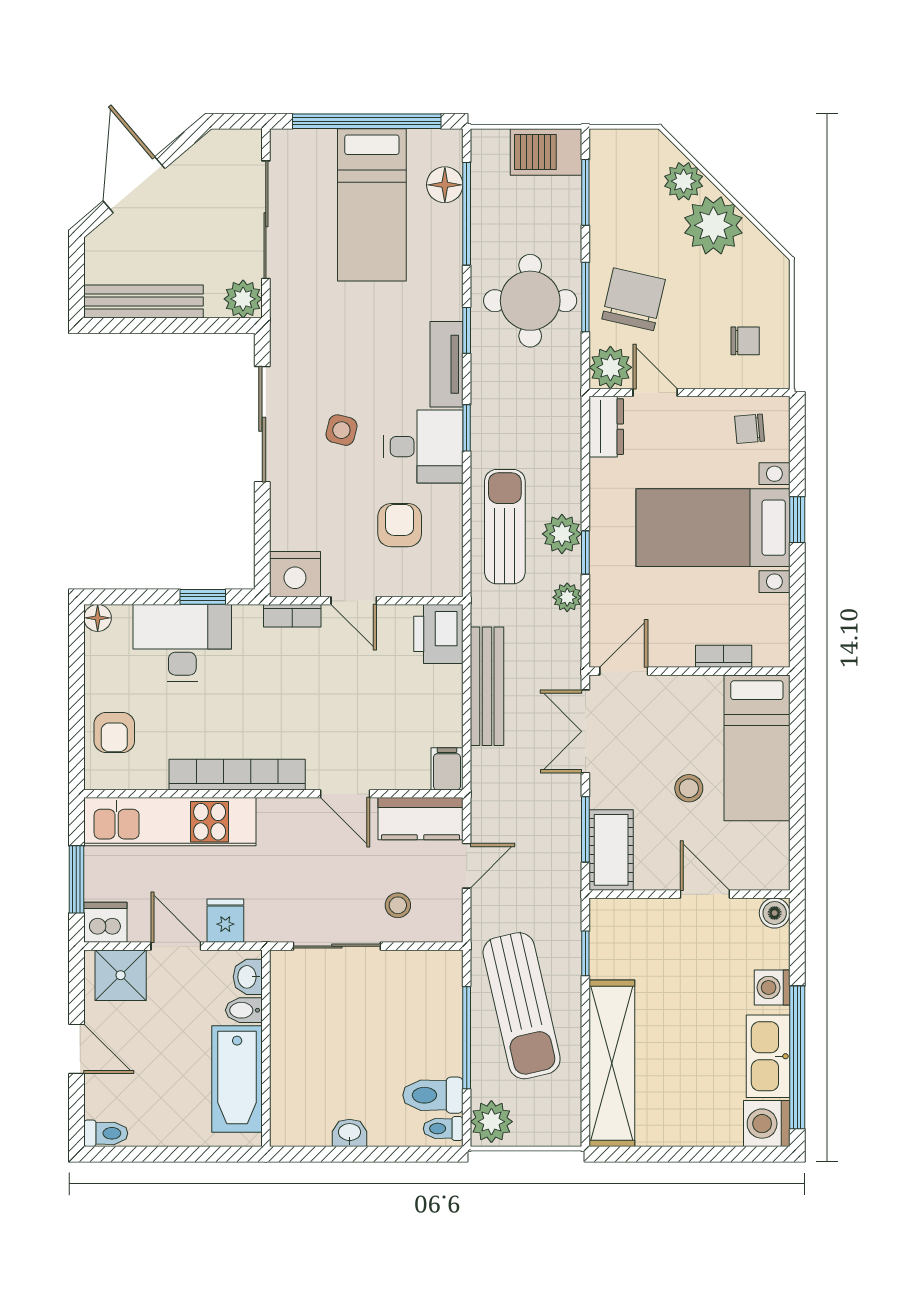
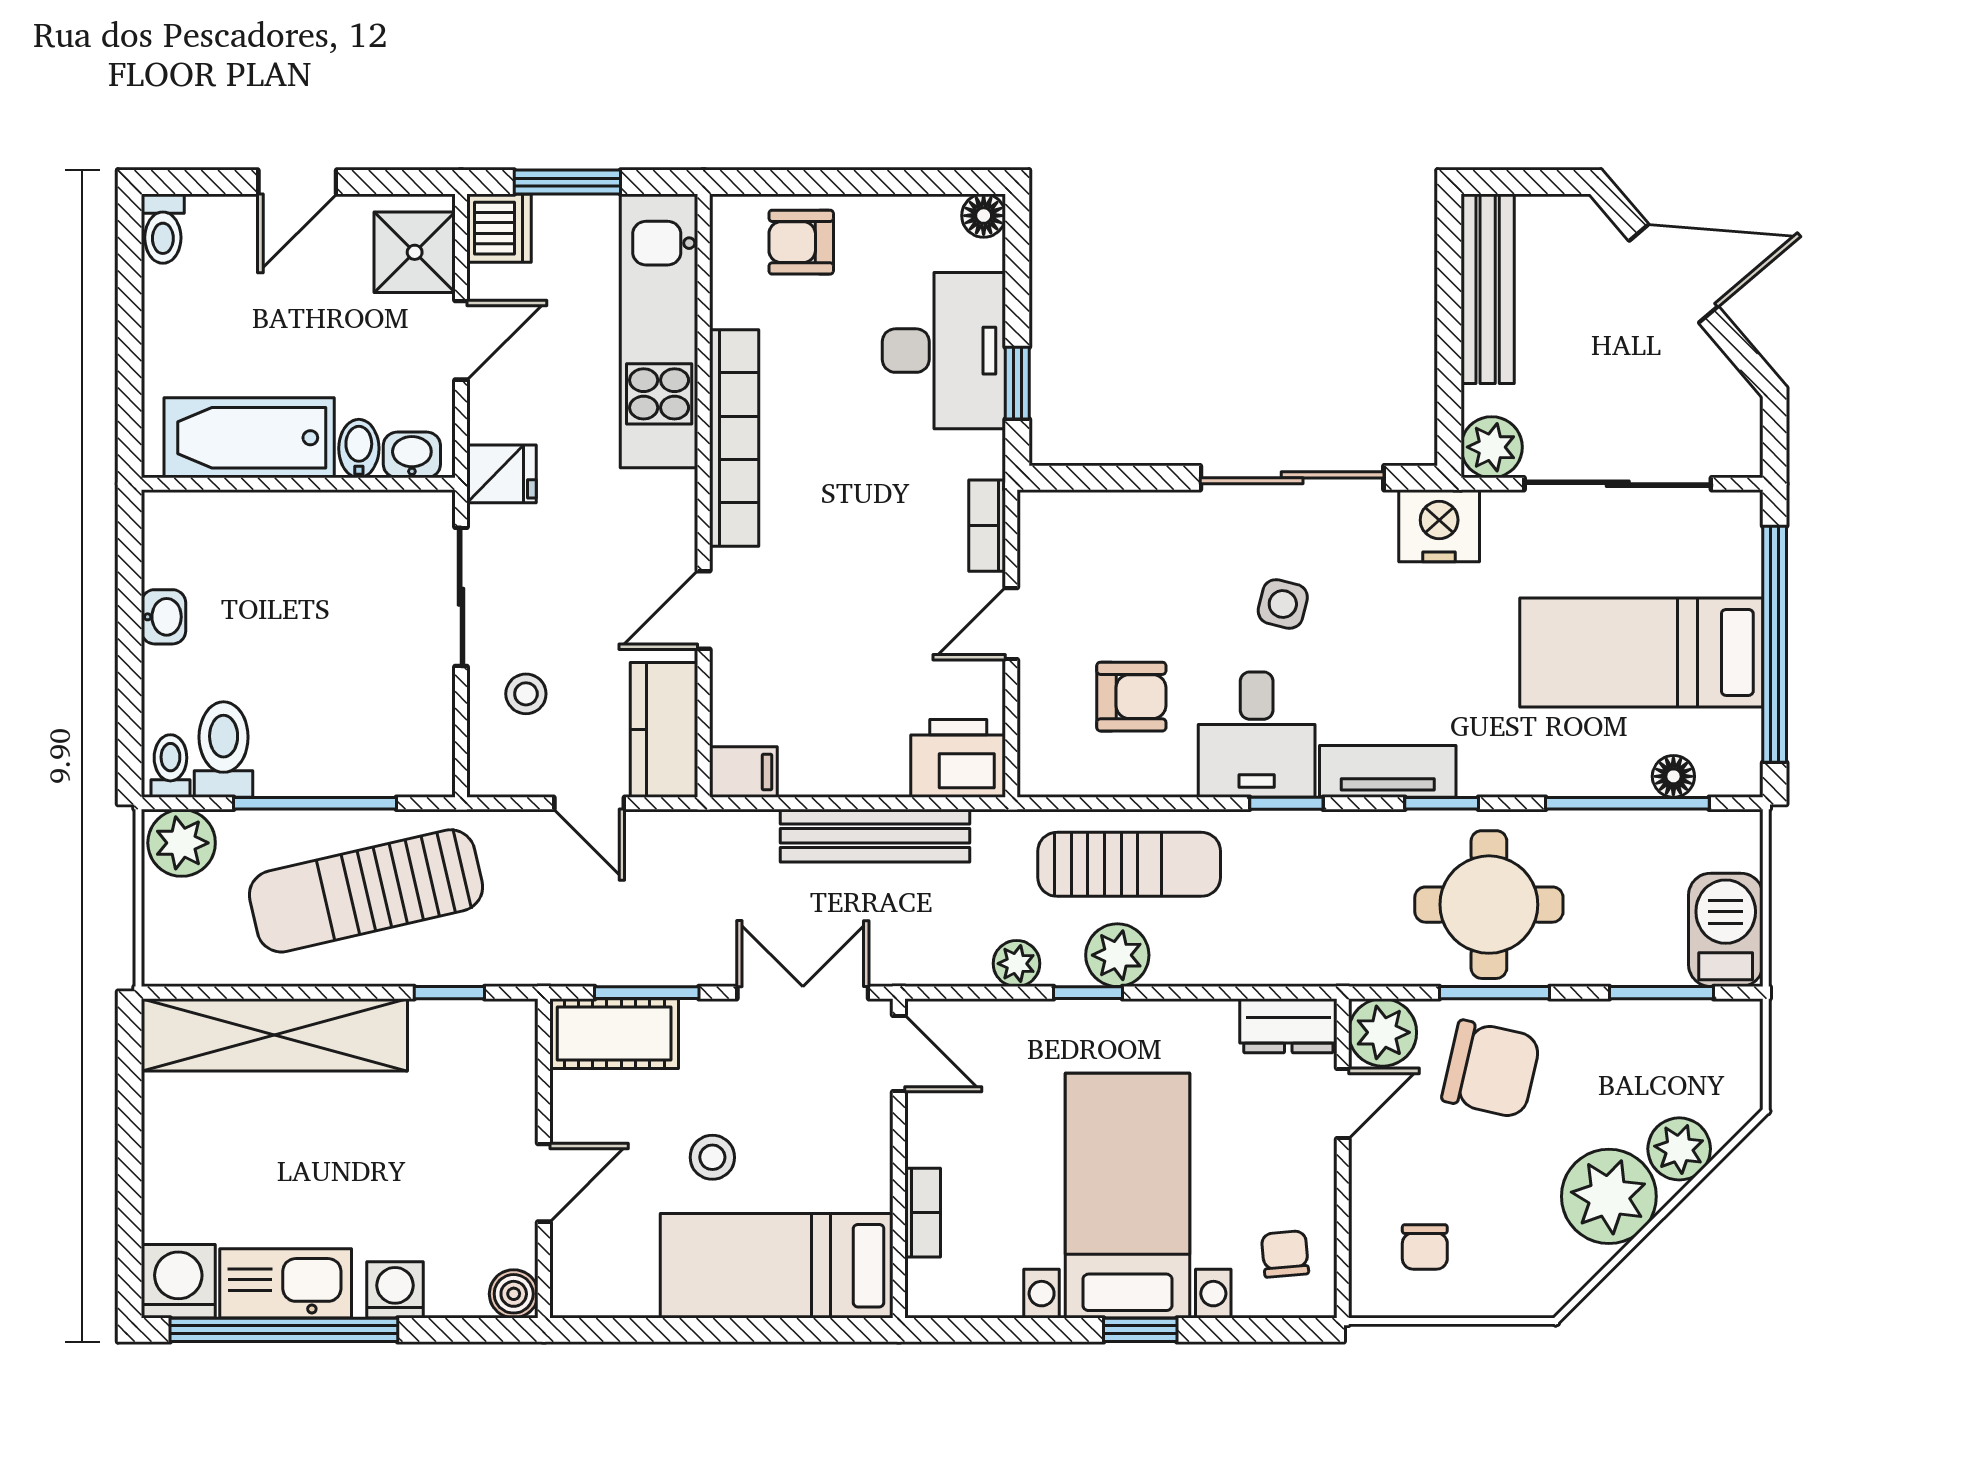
floor lamp: (445, 185) -> (1673, 776), width x0.73, depth x0.73
nightstand: (295, 574) -> (1439, 526), moved, turned 90
fridge: (225, 921) -> (501, 474), moved

